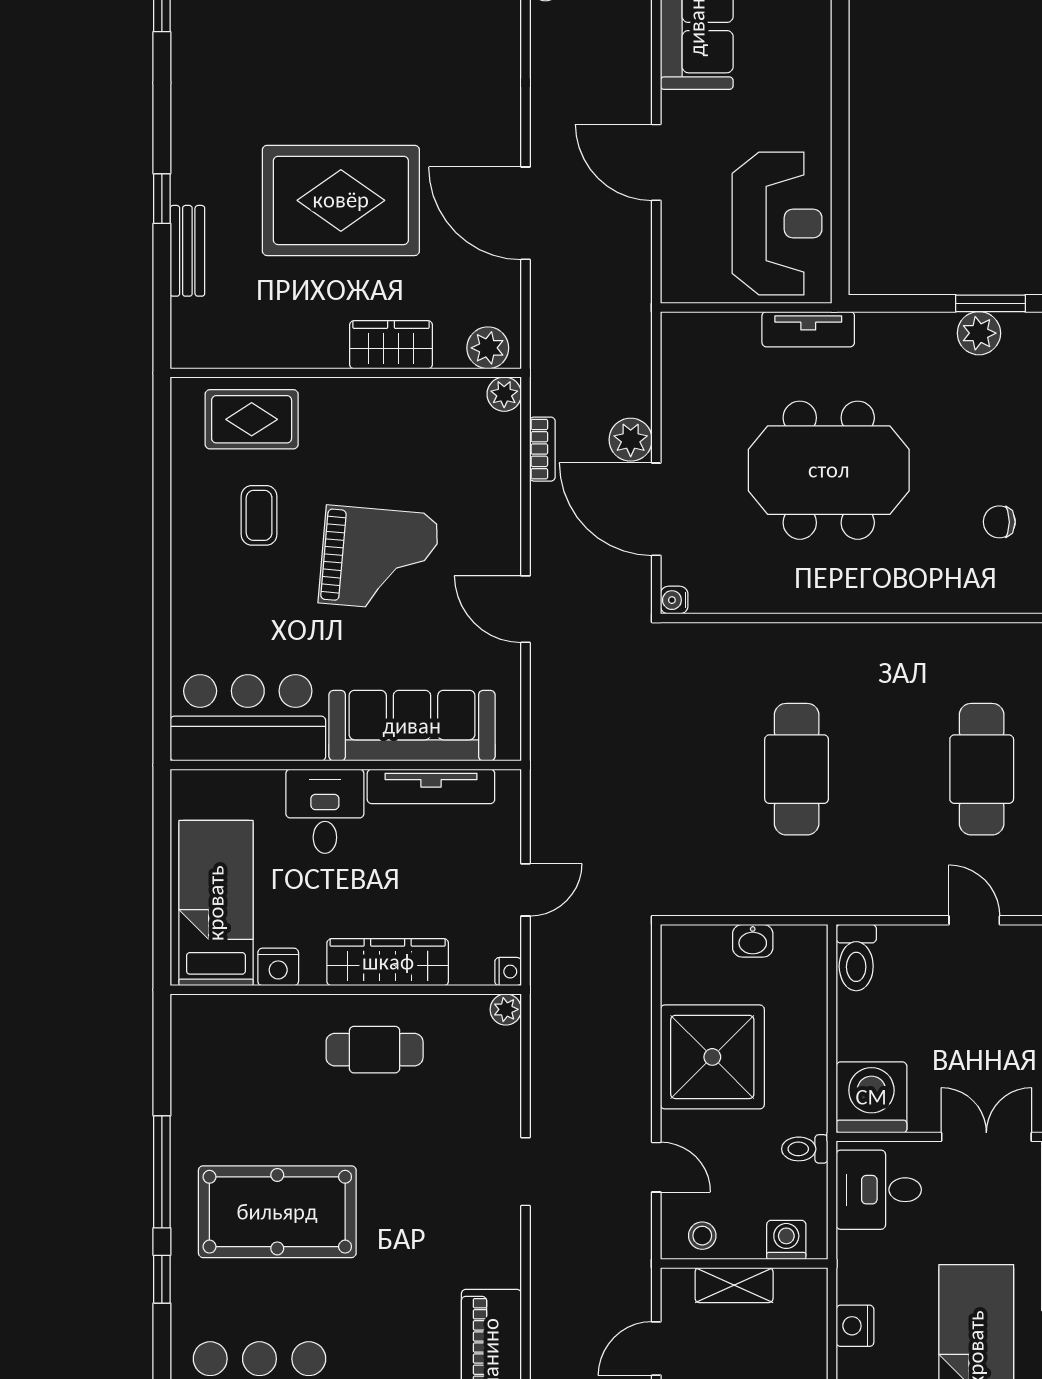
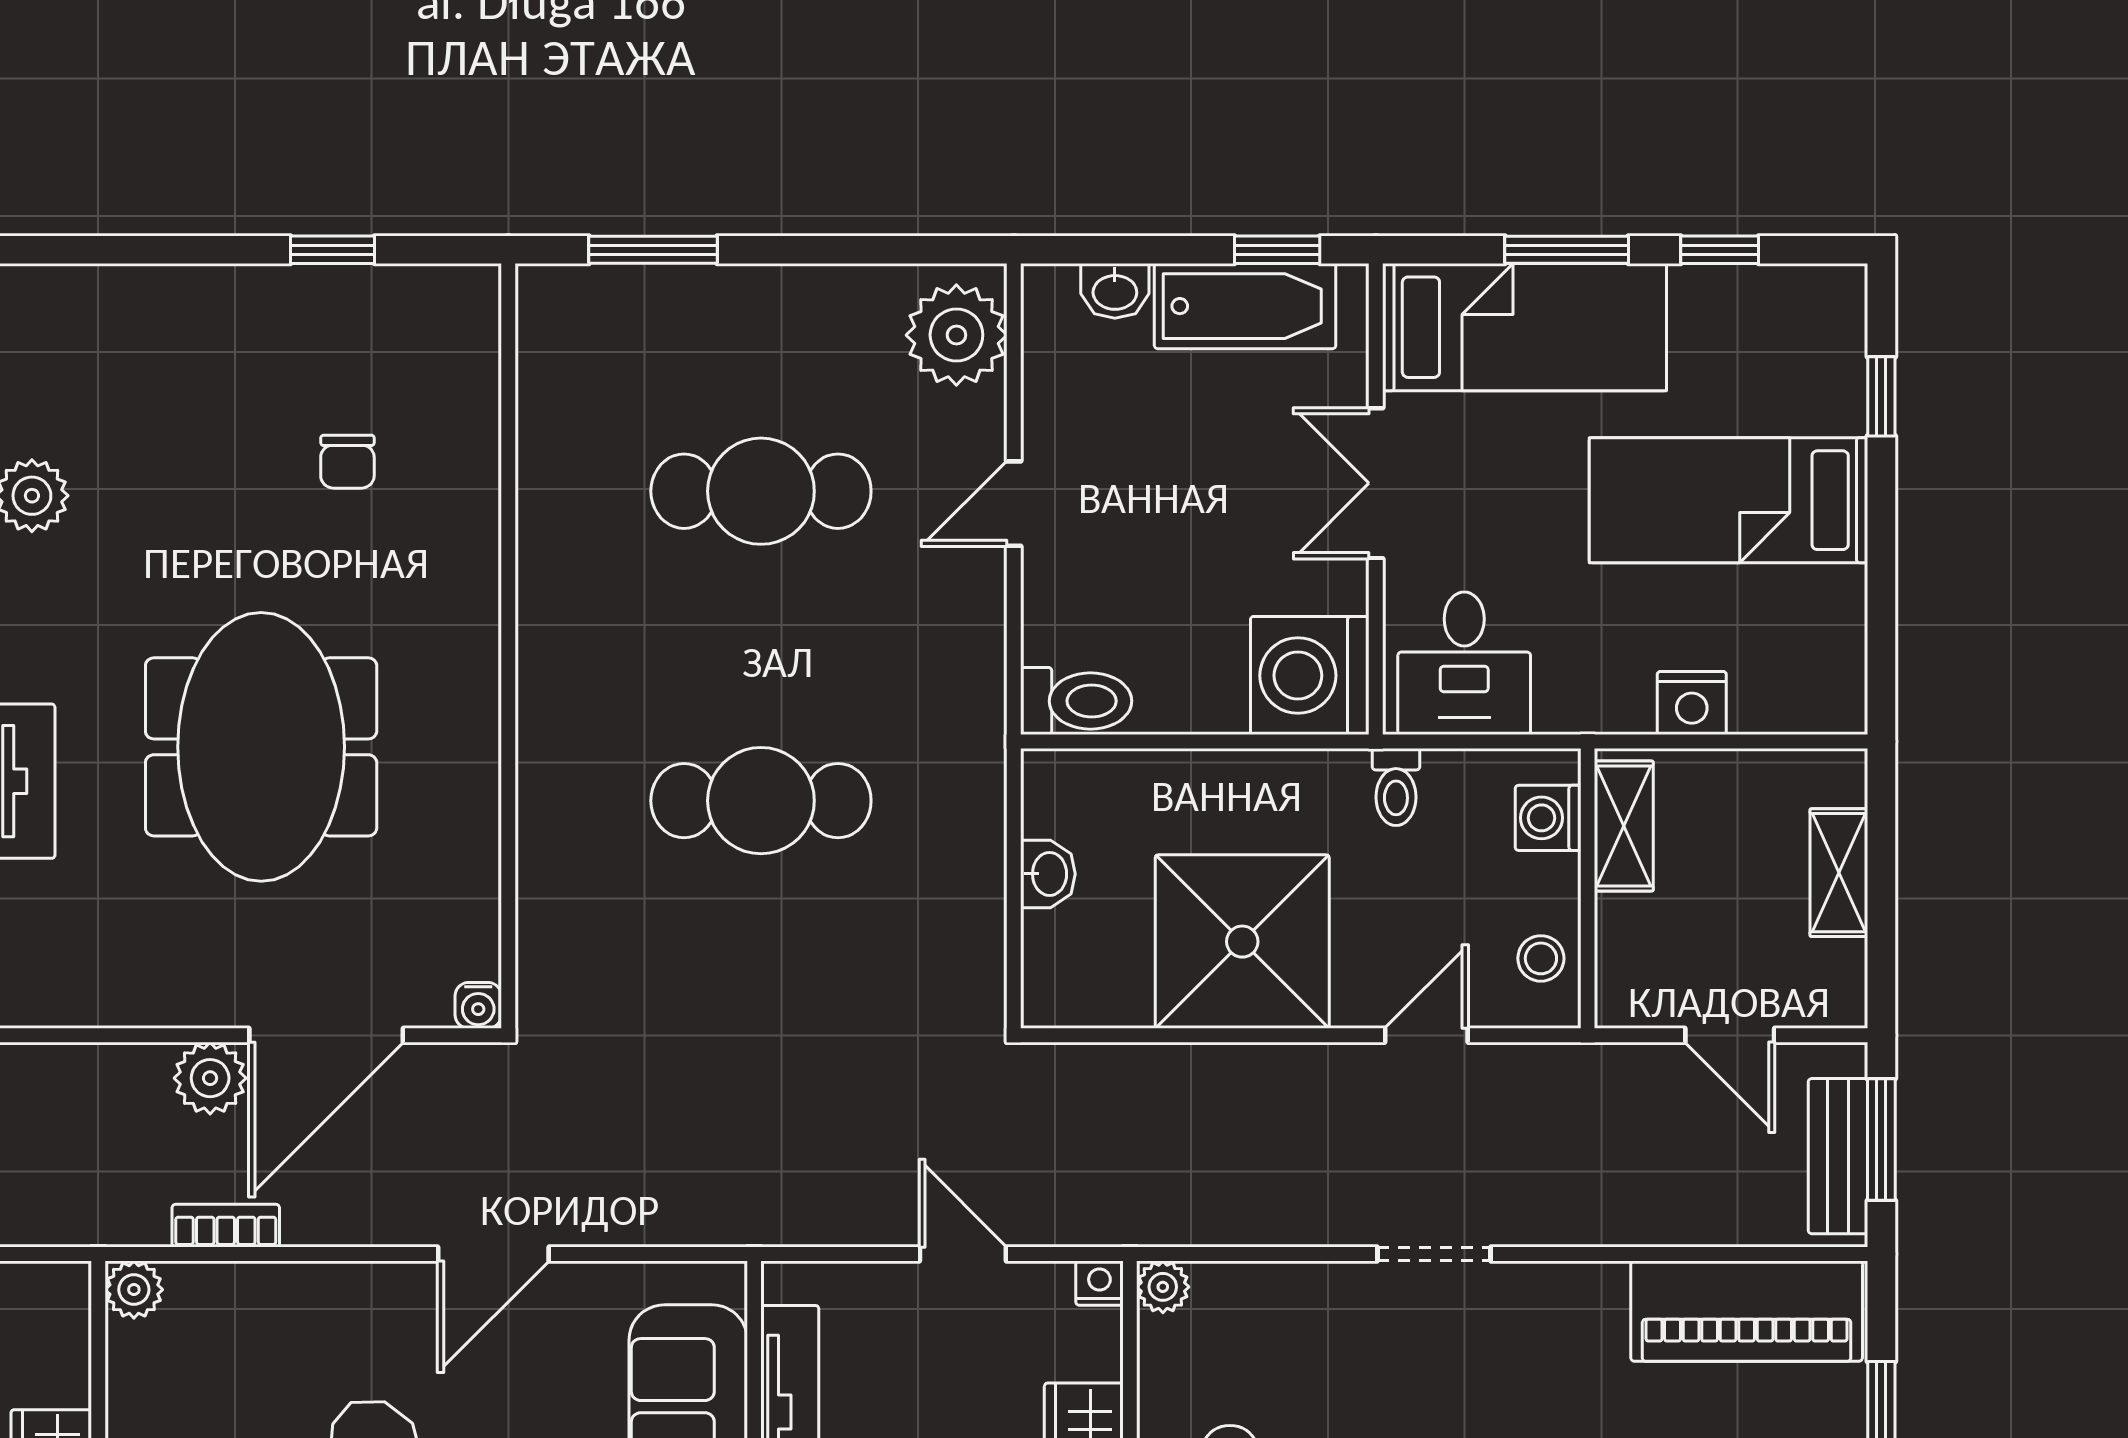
plant: (488, 348) -> (56, 1317), removed
shelving: (734, 1285) -> (1624, 826), moved

